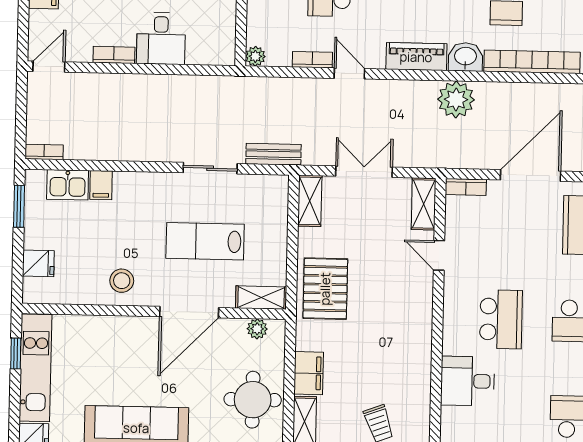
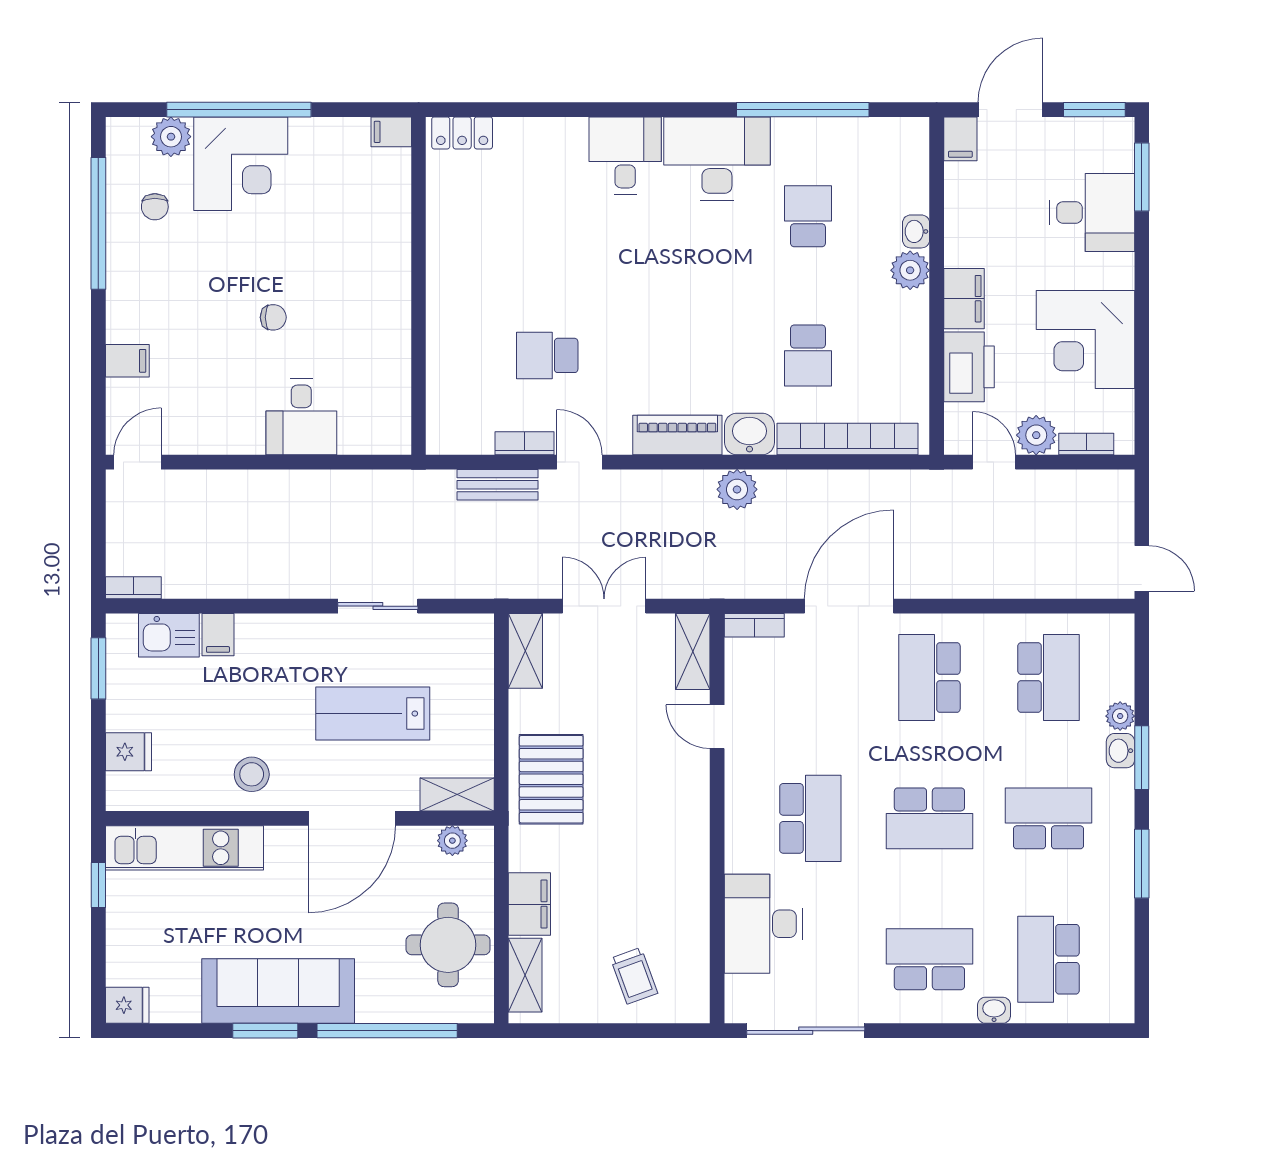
bookcase: (114, 55) -> (233, 443), removed
plant: (255, 56) -> (441, 440), removed
plant: (456, 99) -> (737, 489), width x0.73, depth x0.73
bench: (273, 154) -> (498, 485), moved
kitchen unit: (35, 368) -> (184, 848), moved, turned 90
desk: (468, 381) -> (763, 924), width x1.37

